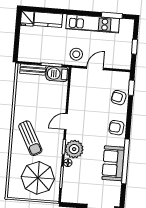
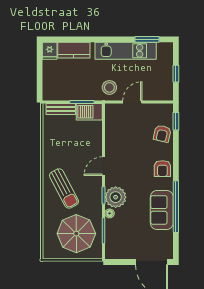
armchair: (119, 98) -> (162, 134), turned -90
armchair: (116, 128) -> (162, 169), turned -96

